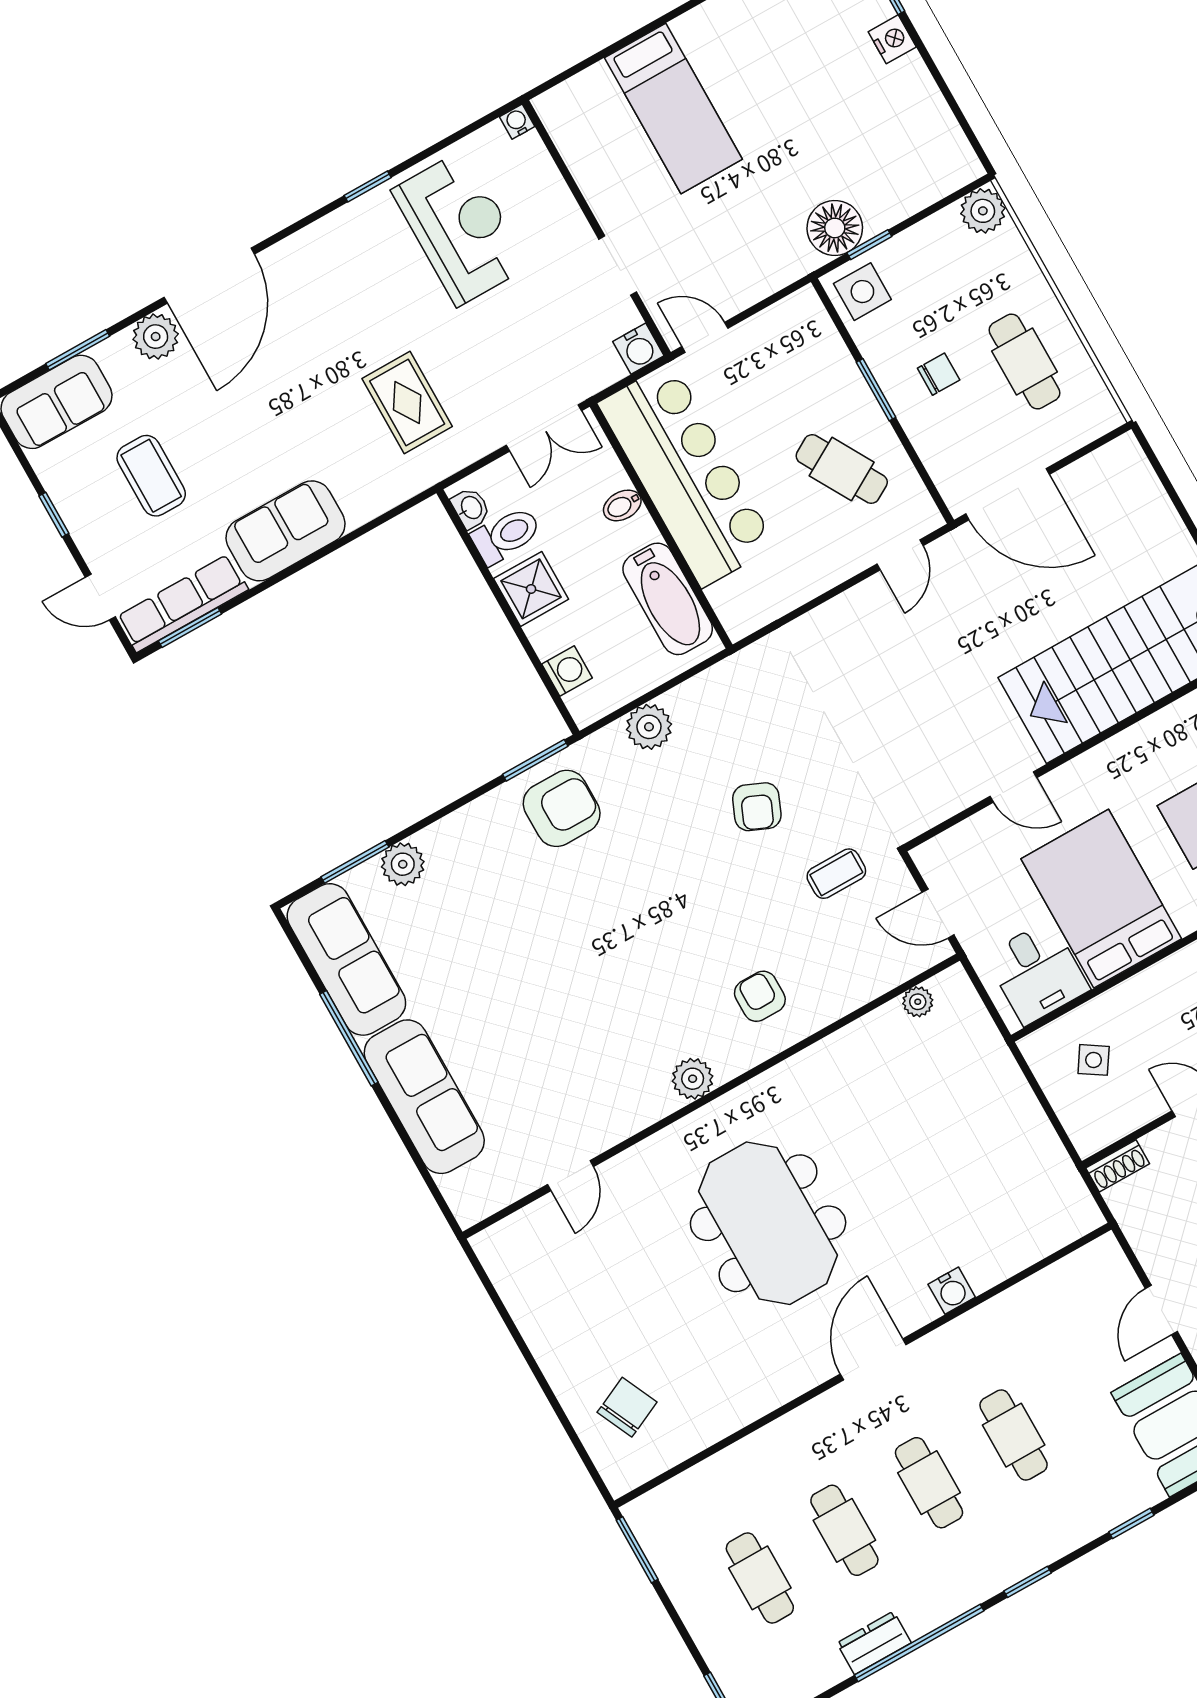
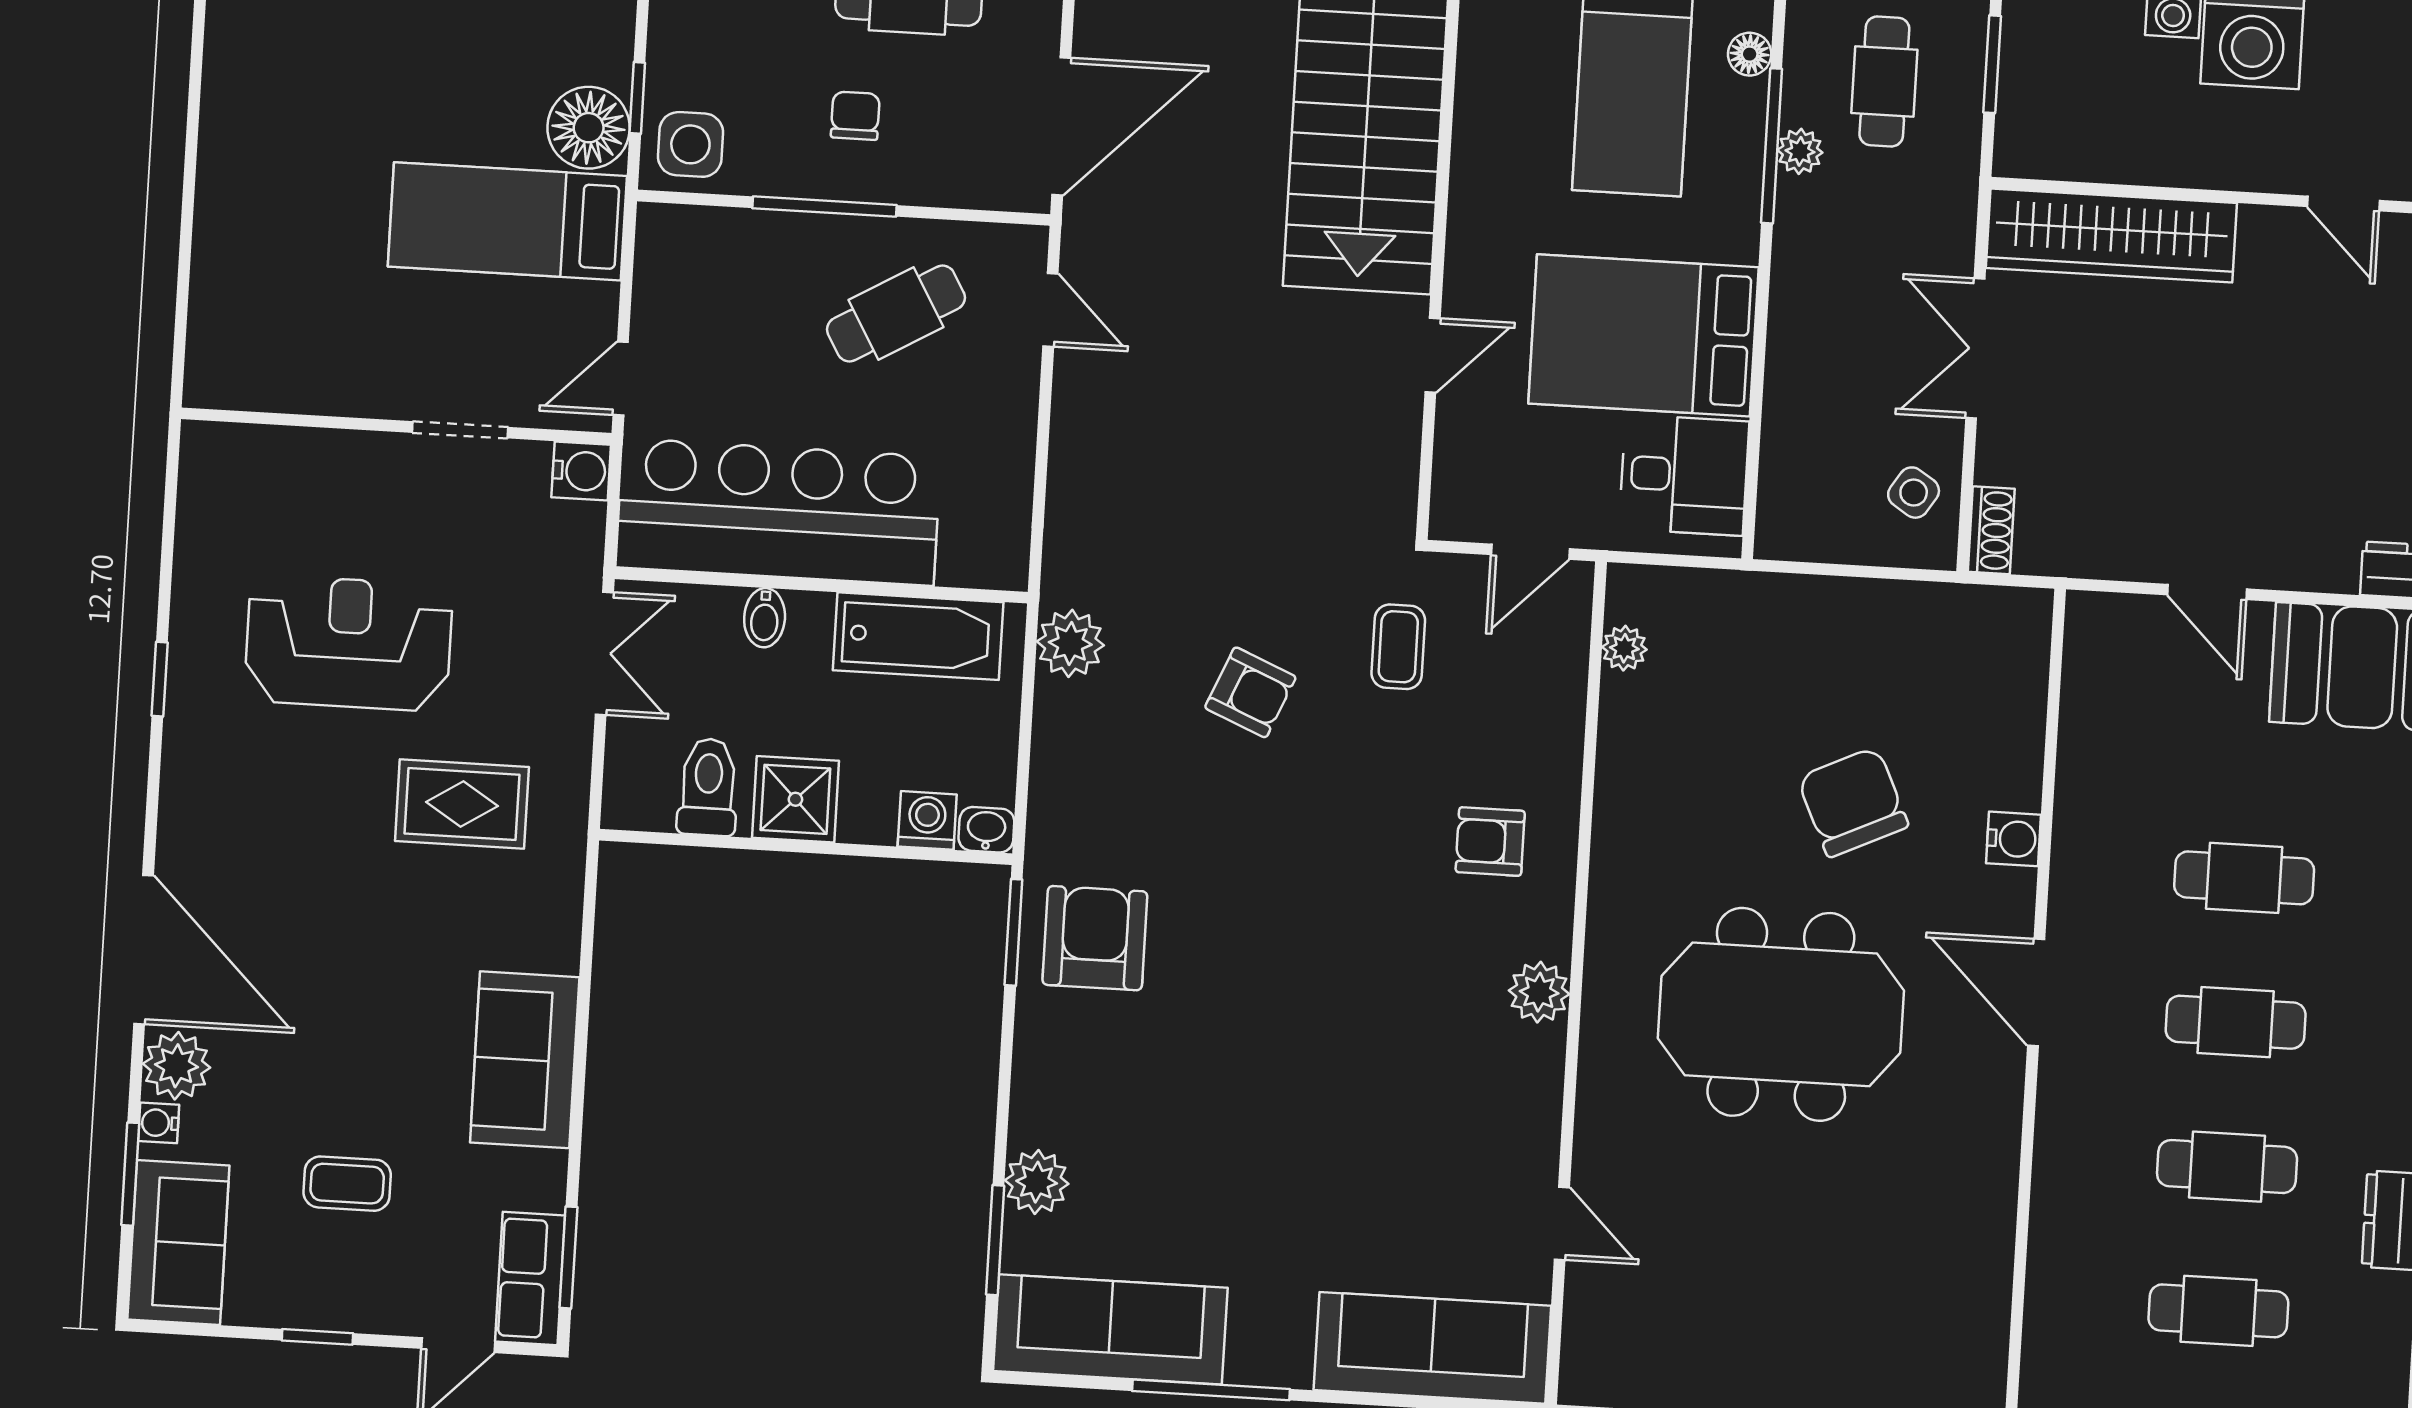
bed: (673, 108) -> (507, 221), moved, turned 180
water cooler: (517, 122) -> (159, 1123), moved
reception desk: (460, 228) -> (348, 643), moved
window: (876, 390) -> (824, 207), width x1.44
coffee table: (151, 476) -> (347, 1184), width x0.73, depth x0.77
washbasin: (471, 508) -> (986, 830), moved
row of seats: (182, 603) -> (530, 1278), width x0.68
plant: (649, 727) -> (1070, 643), moved
side table: (1094, 1060) -> (1914, 493), moved
sofa: (424, 1097) -> (1432, 1348), moved
chair: (627, 1407) -> (1853, 802), moved, width x1.37, depth x1.37

